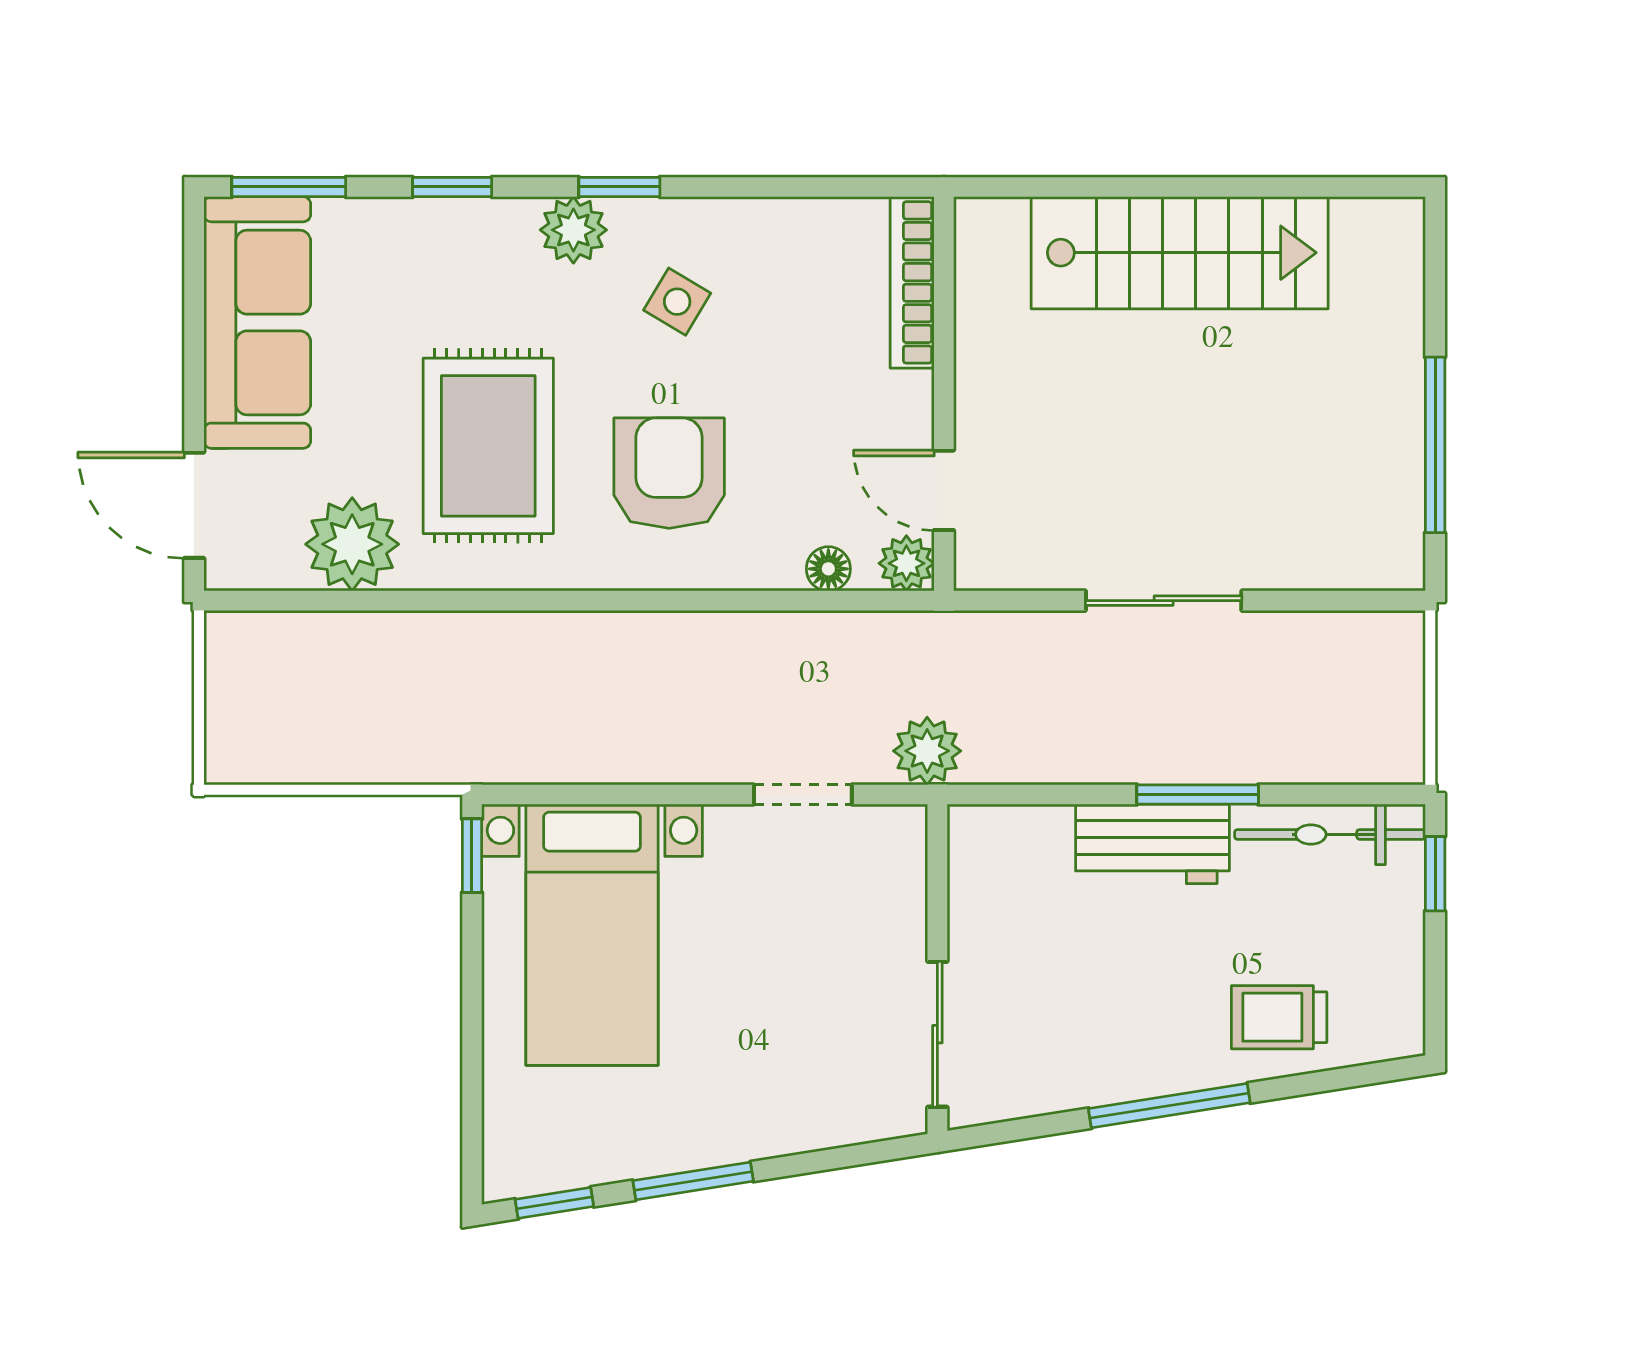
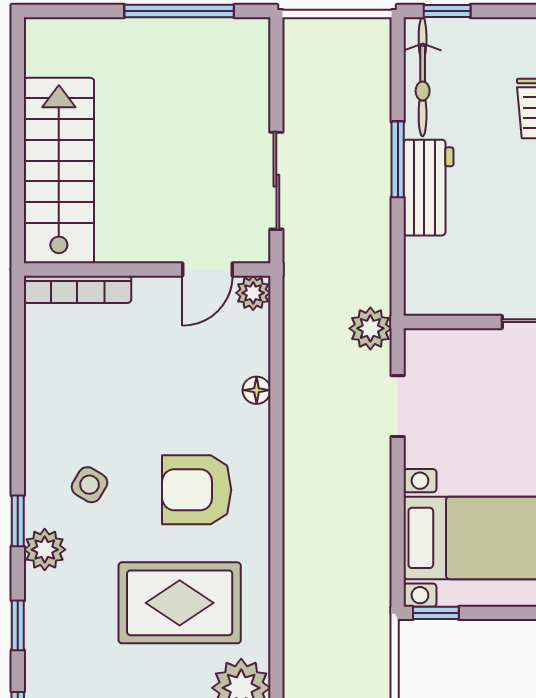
bookcase: (912, 282) -> (77, 289), moved
wall: (944, 394) -> (147, 270), moved
door: (944, 490) -> (207, 270), moved
plant: (906, 563) -> (253, 293), moved

